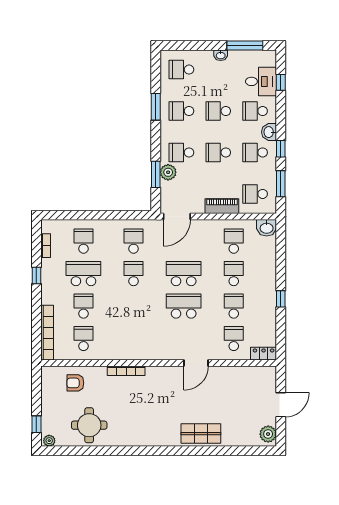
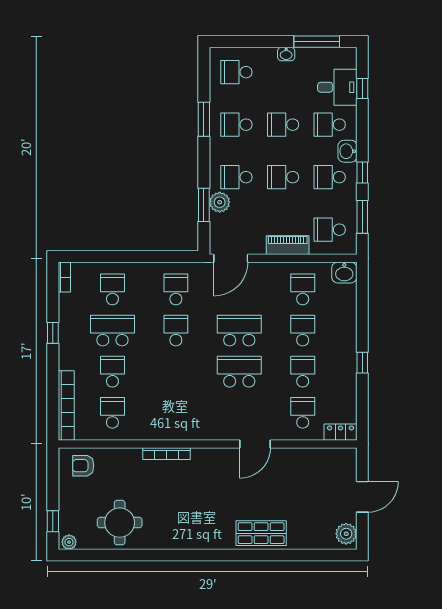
bookcase: (46, 246) -> (64, 277), moved
armchair: (75, 383) -> (83, 466), moved

